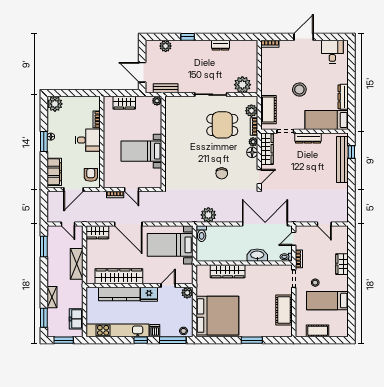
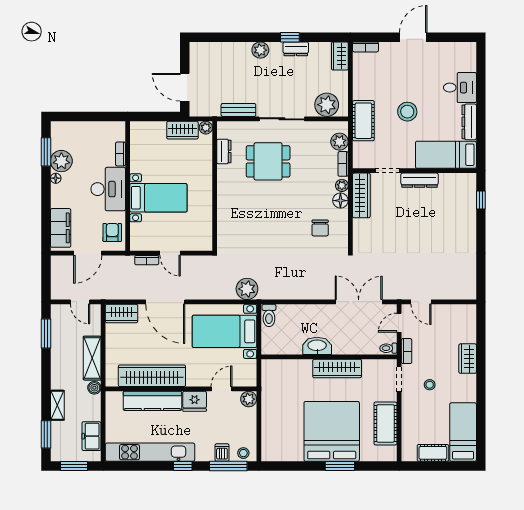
window: (188, 37) -> (290, 37), moved
plant: (166, 46) -> (260, 50), moved
wardrobe: (252, 50) -> (340, 56), added
desk: (332, 52) -> (460, 88), moved, turned 90
bench: (166, 88) -> (238, 110), moved
wardrobe: (124, 103) -> (182, 130), moved
plant: (55, 104) -> (61, 161), moved
cot: (268, 110) -> (363, 121), moved
dresser: (170, 118) -> (224, 151), added
dining table: (222, 125) -> (268, 161), moved
desk: (88, 140) -> (108, 189), width x1.37
window: (44, 141) -> (46, 152), moved
bed with nightstands: (141, 151) -> (158, 198), moved, turned 180
bench: (342, 159) -> (468, 210), removed
chair: (222, 173) -> (320, 228), moved
door: (259, 177) -> (350, 235), removed
plant: (208, 215) -> (247, 289), moved
double door: (265, 224) -> (359, 302), width x0.73
door: (324, 224) -> (421, 302), moved
washbasin: (257, 255) -> (317, 346), moved
wardrobe: (228, 271) -> (337, 369), moved
boiler: (78, 285) -> (94, 388), added
bed: (327, 301) -> (463, 432), moved, turned 90
bed: (217, 316) -> (332, 431), moved, turned -90
dishwasher: (155, 331) -> (222, 452), moved

